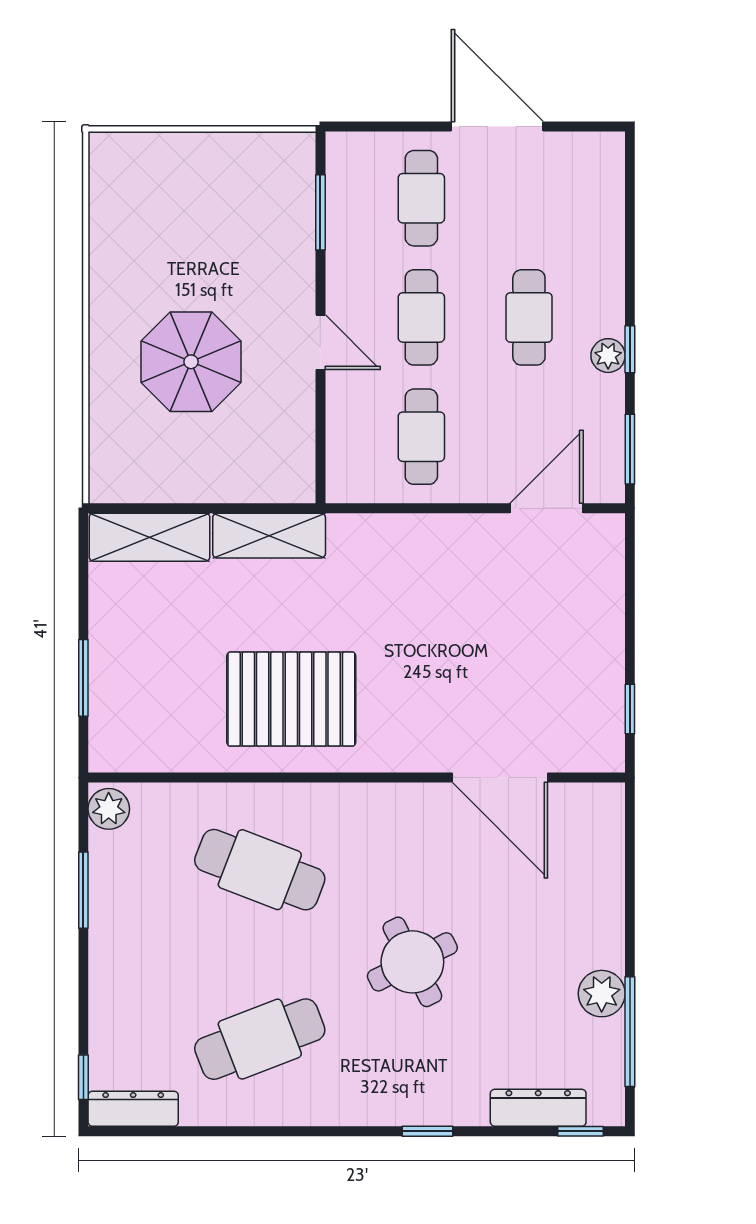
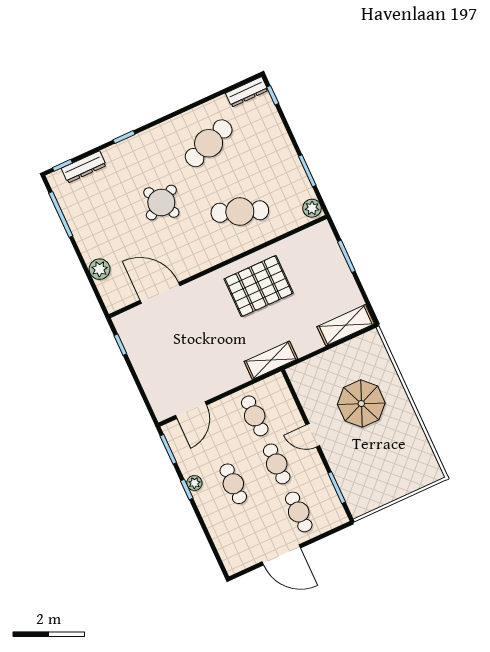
shelving: (269, 536) -> (271, 360), moved
plant: (602, 994) -> (100, 269), moved

